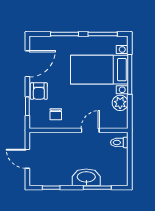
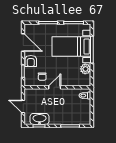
door: (27, 64) -> (23, 43), hinge flipped
door: (90, 130) -> (55, 87), moved
washbasin: (86, 177) -> (39, 119), moved

